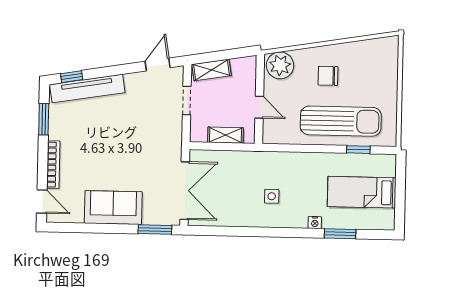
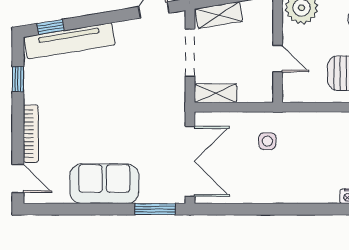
doorway: (187, 100) -> (190, 53), width x1.38
window: (44, 119) -> (18, 79), width x0.67
shelving: (225, 135) -> (215, 93), moved
side table: (272, 196) -> (267, 141), moved

